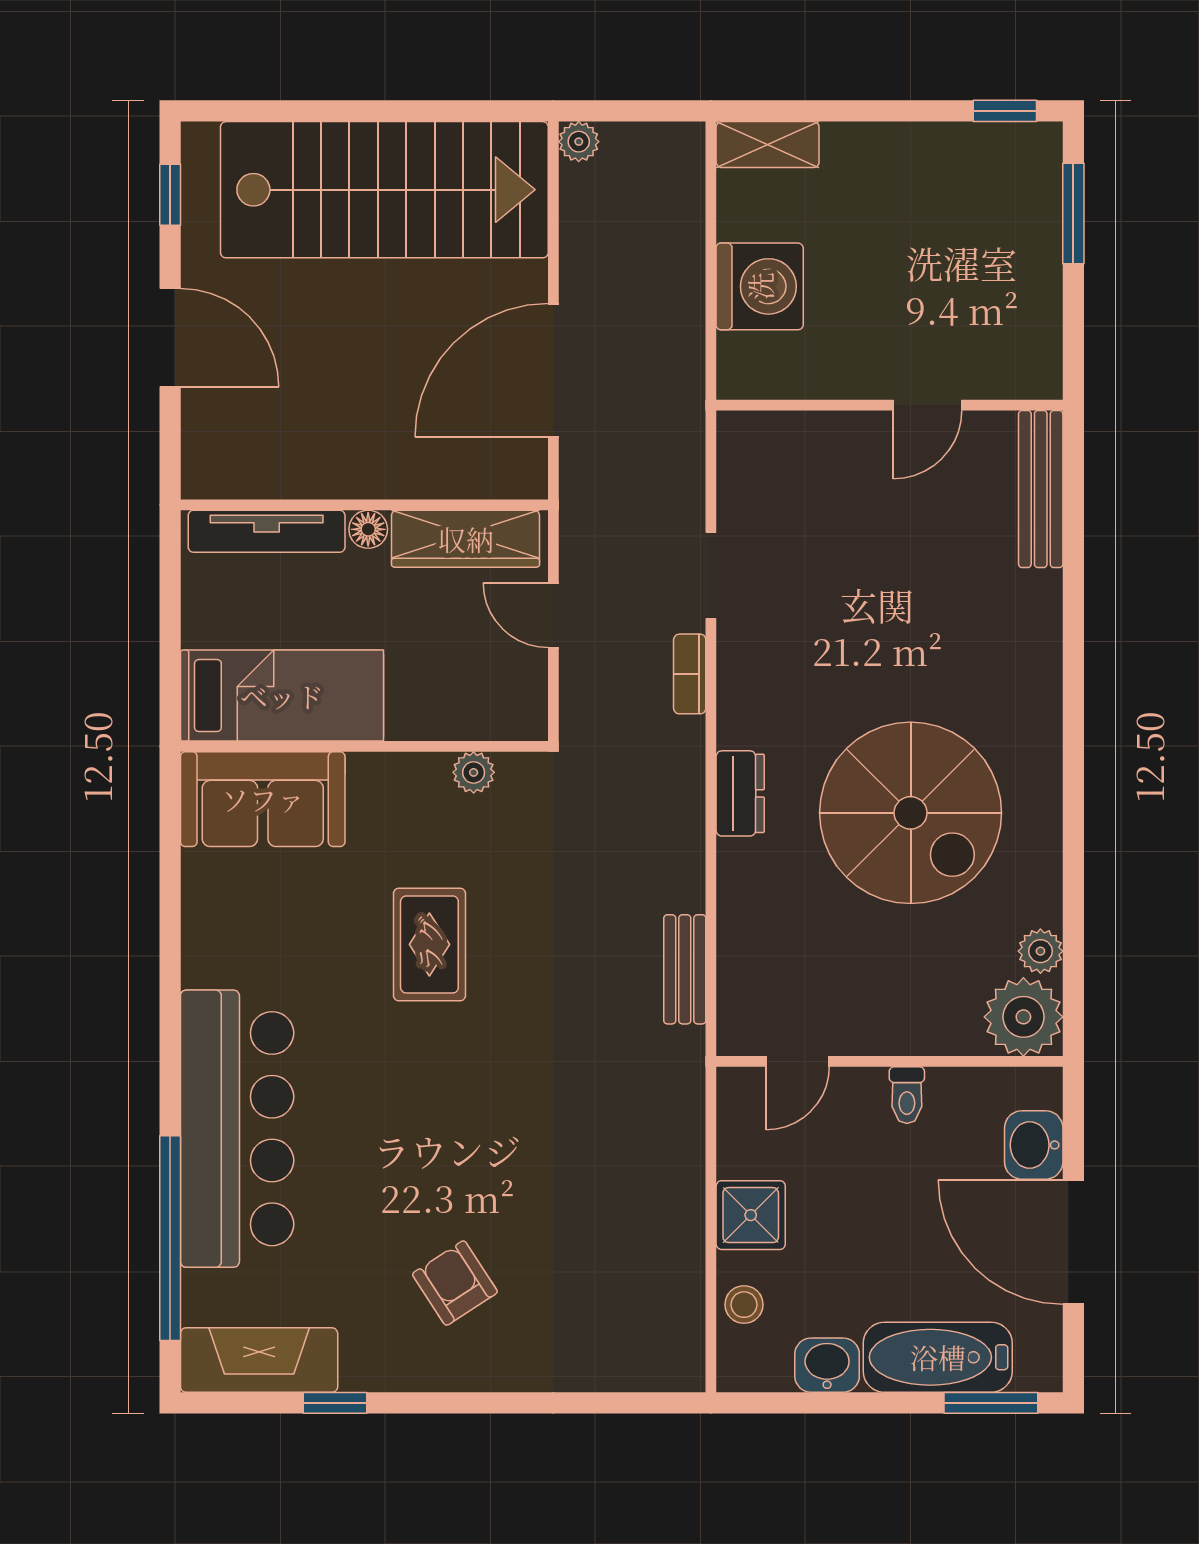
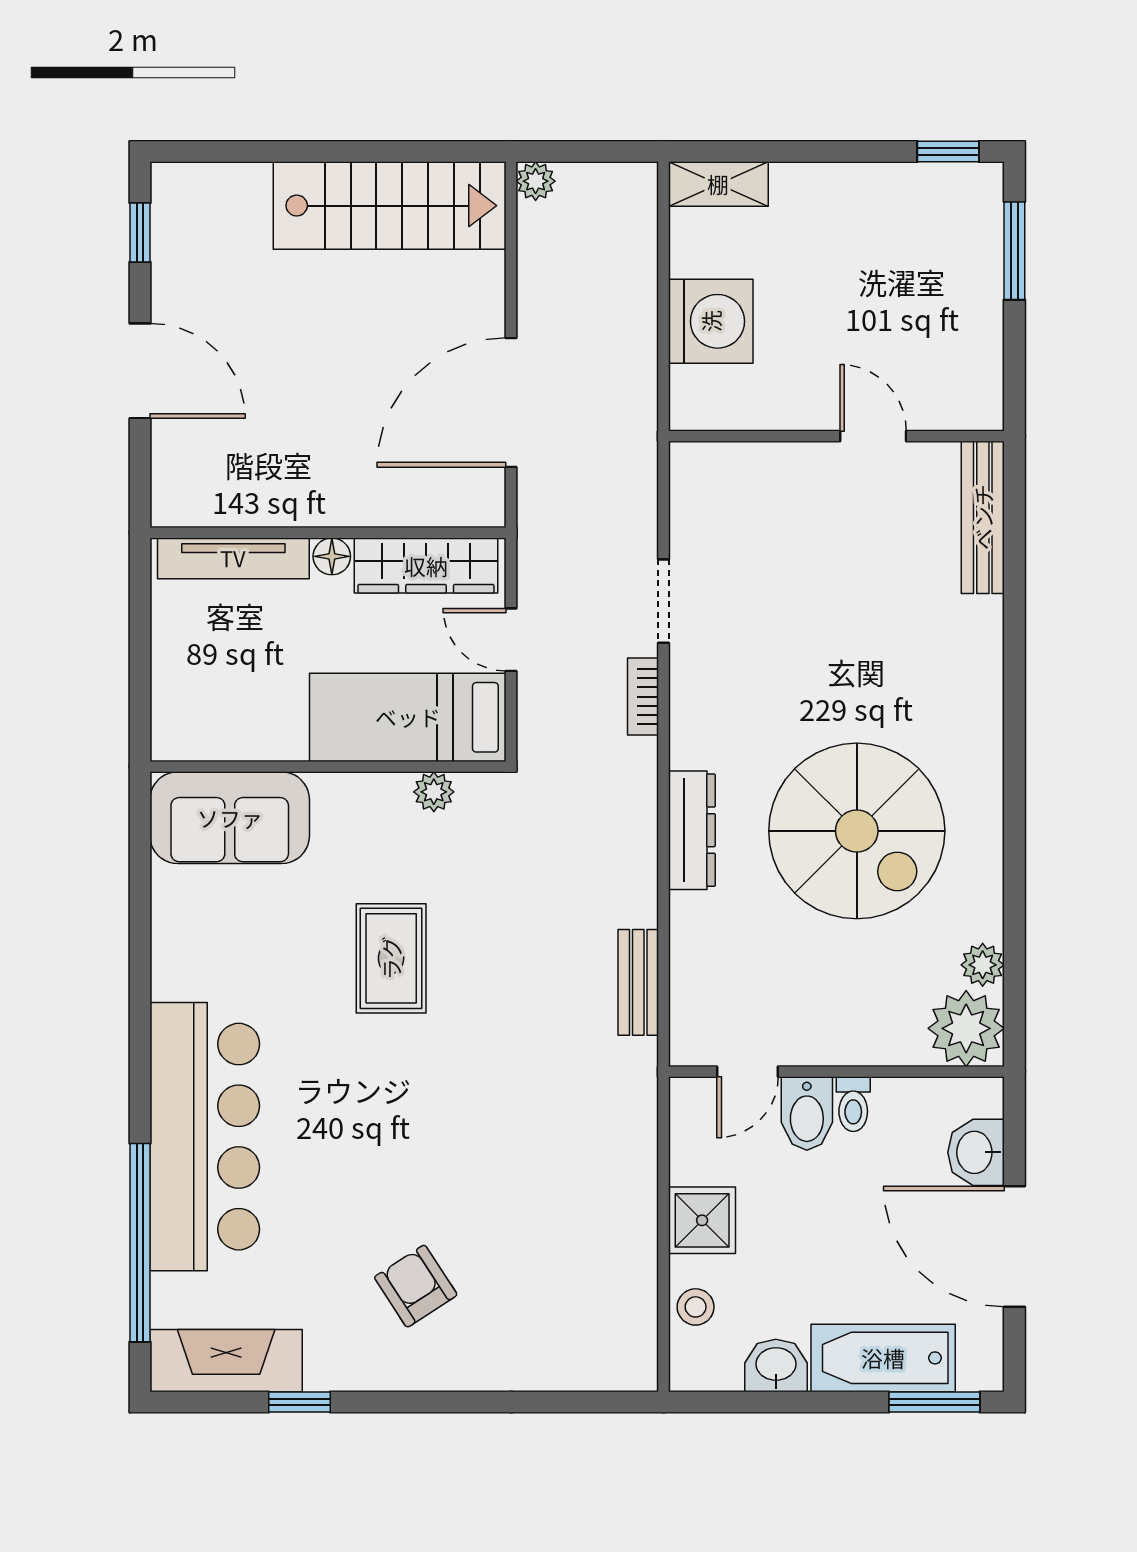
stairs: (384, 190) -> (390, 206), width x0.73, depth x0.66
door: (927, 405) -> (873, 436), swing flipped
bed: (282, 696) -> (408, 717), moved, turned 180
dresser: (740, 793) -> (692, 830), width x1.44
bidet: (859, 1105) -> (807, 1114), added

